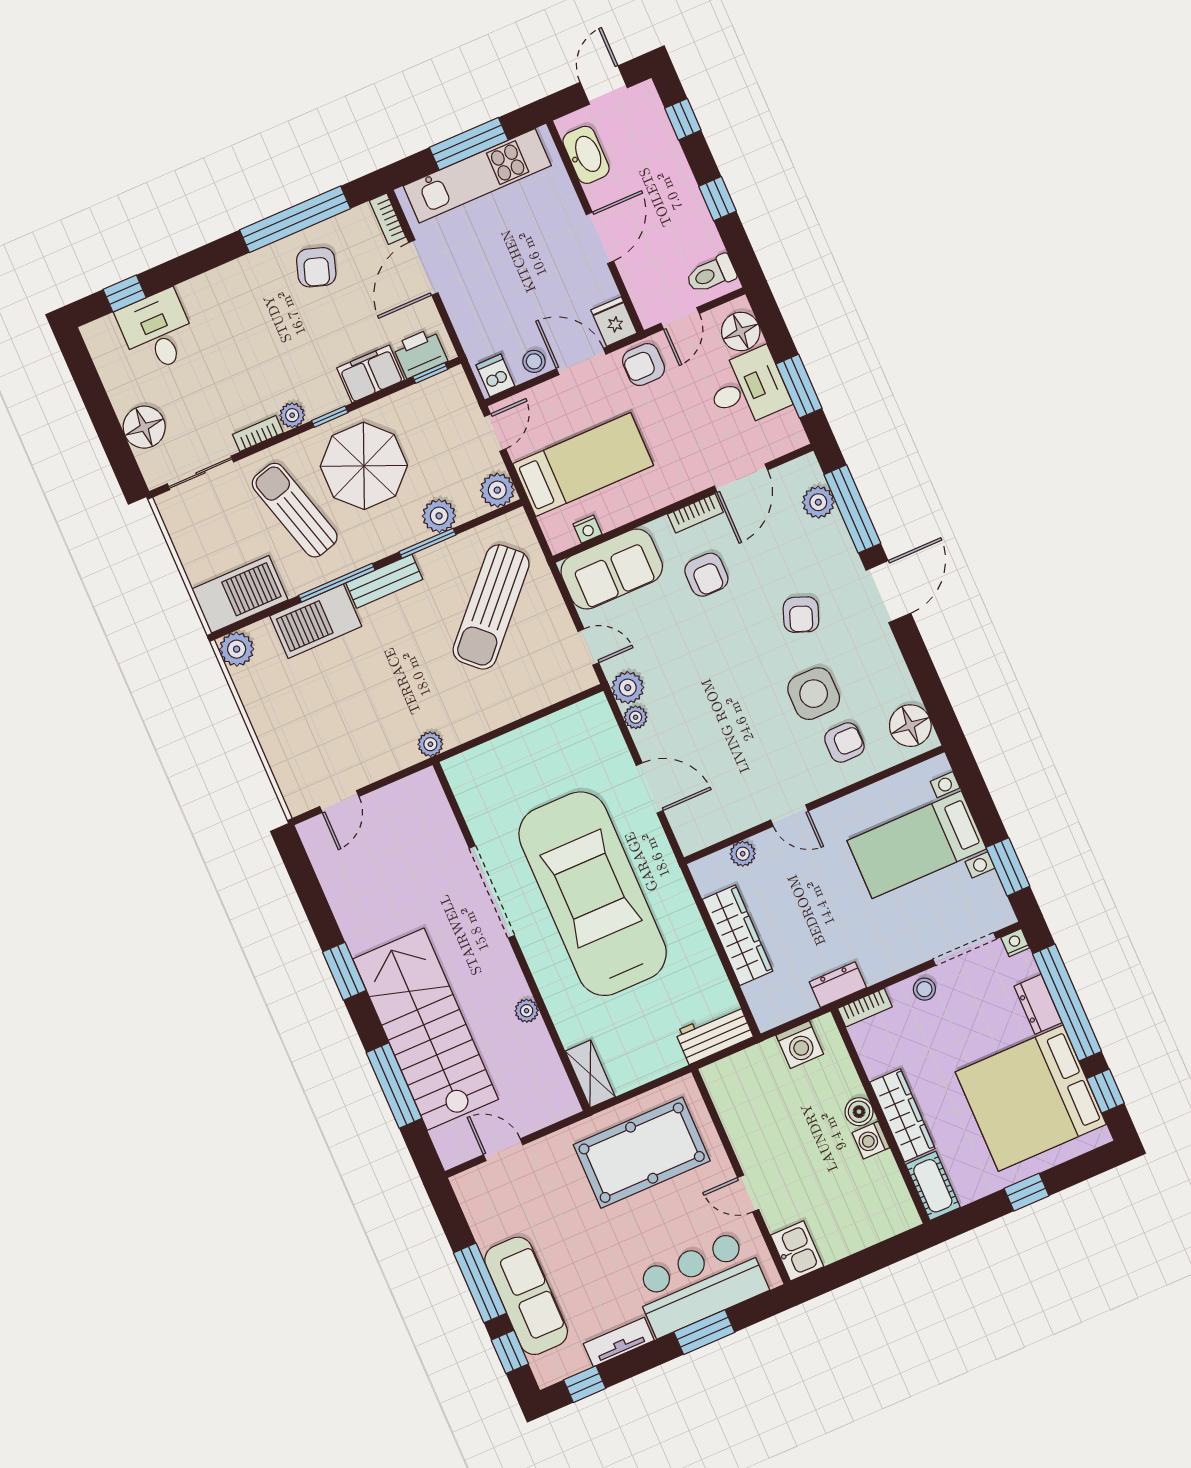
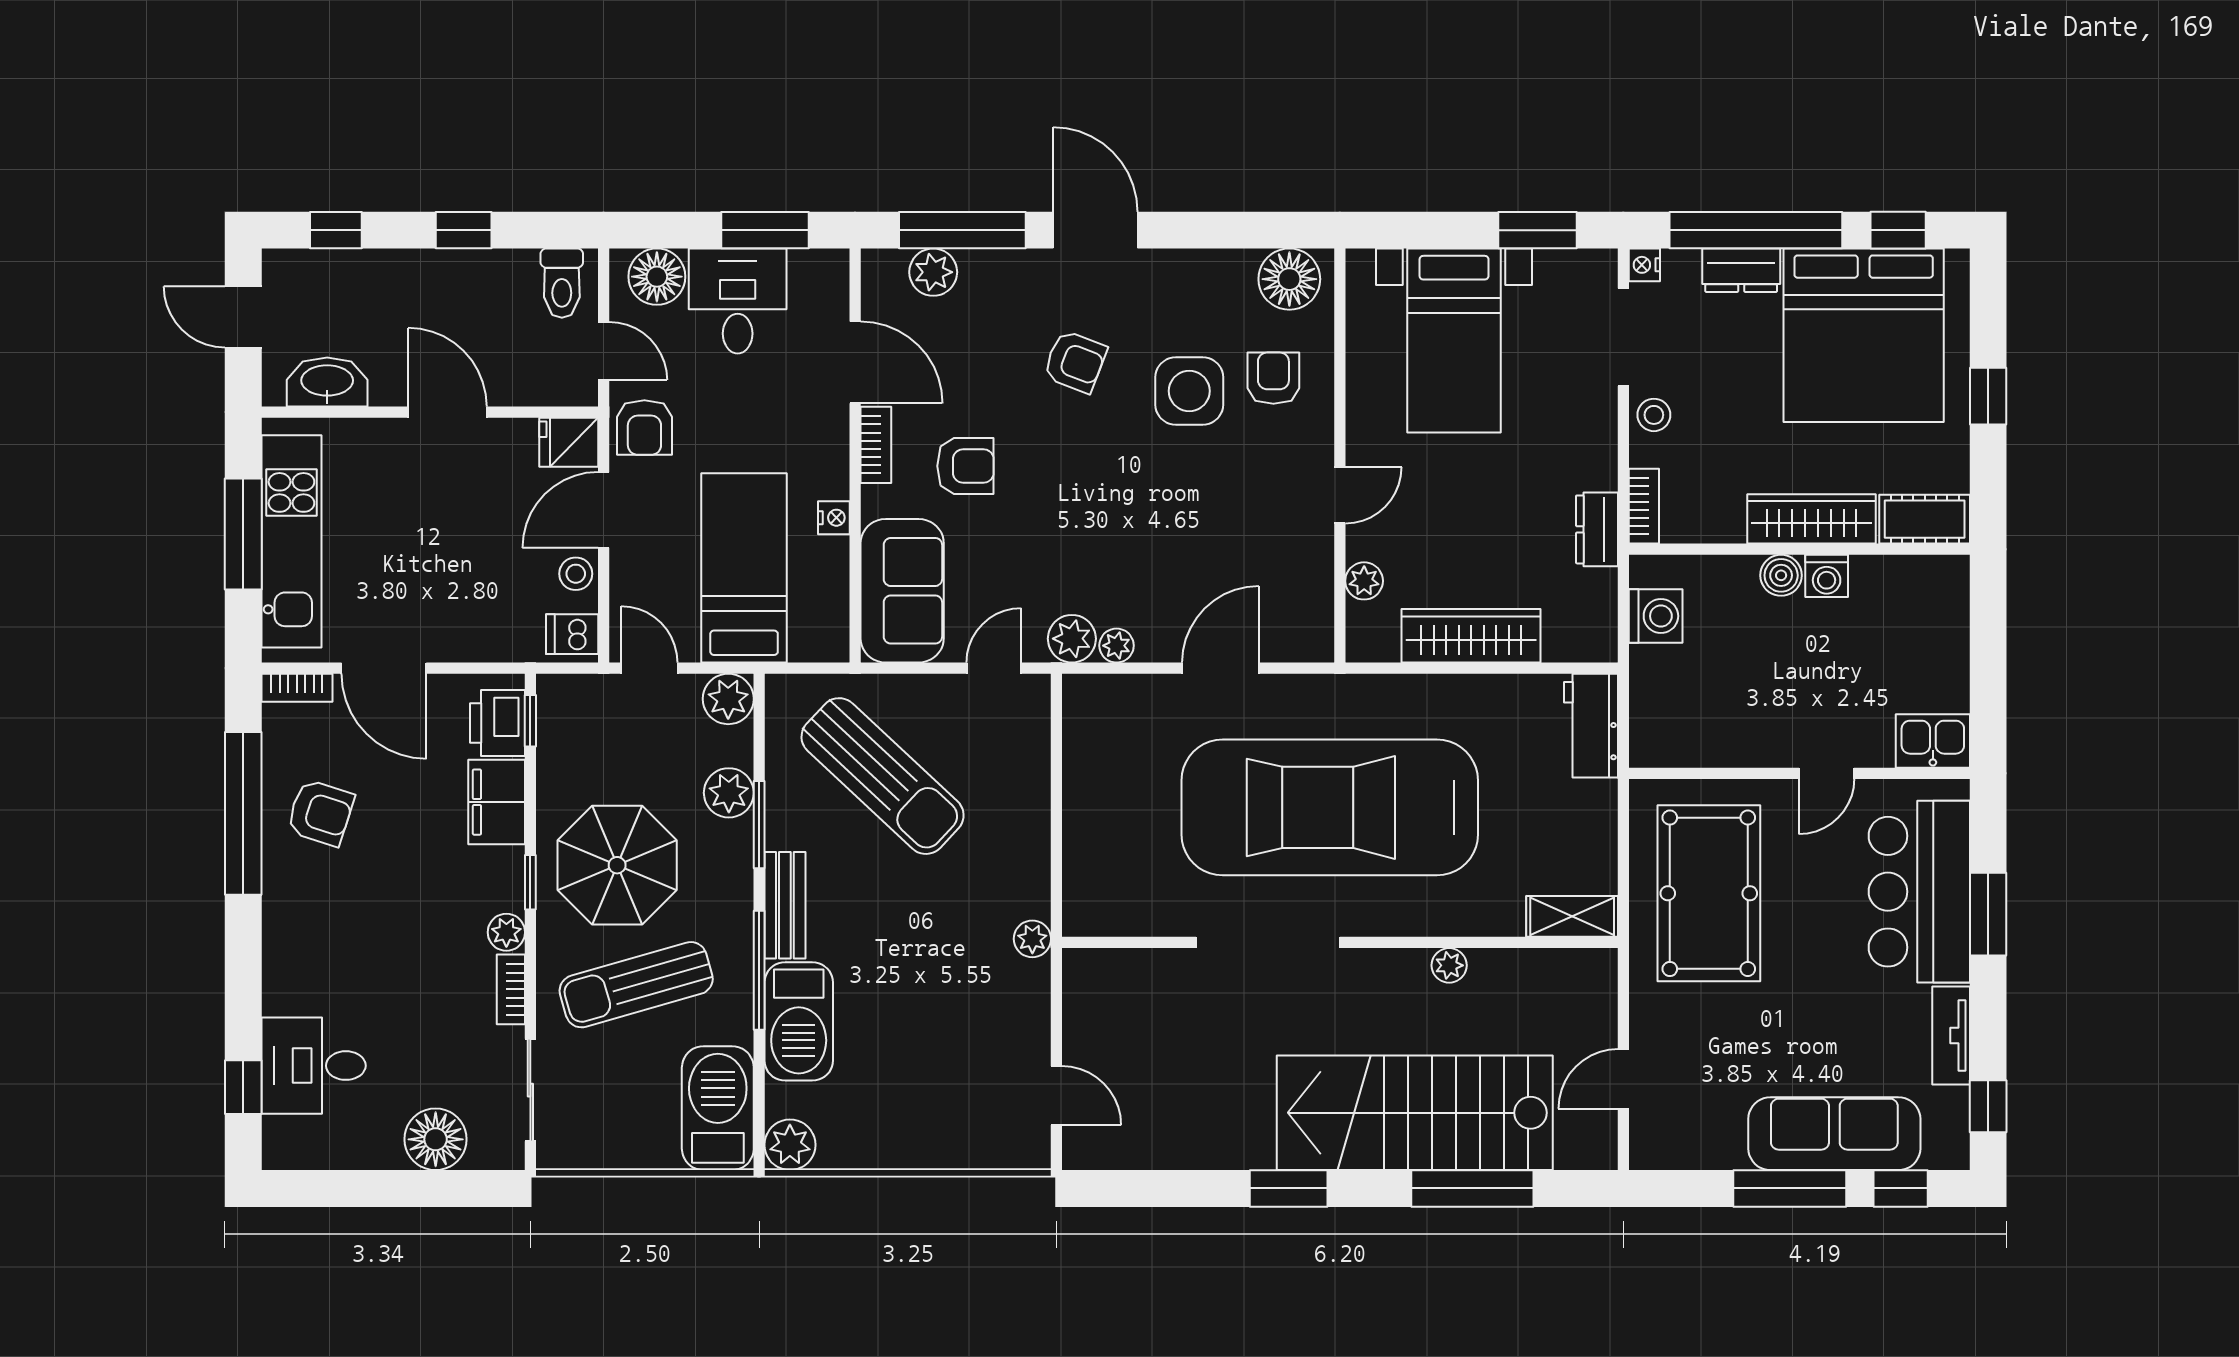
nightstand: (587, 529) -> (834, 518), moved

